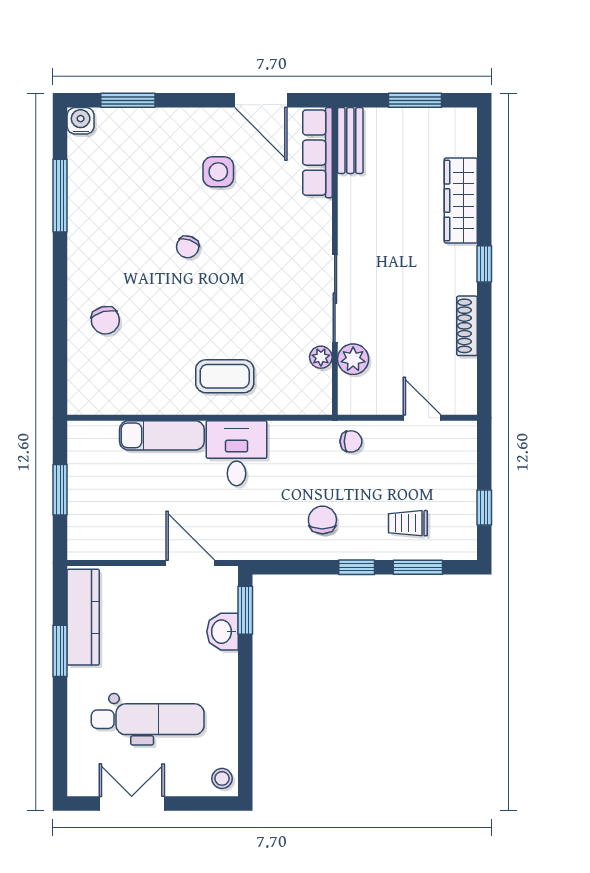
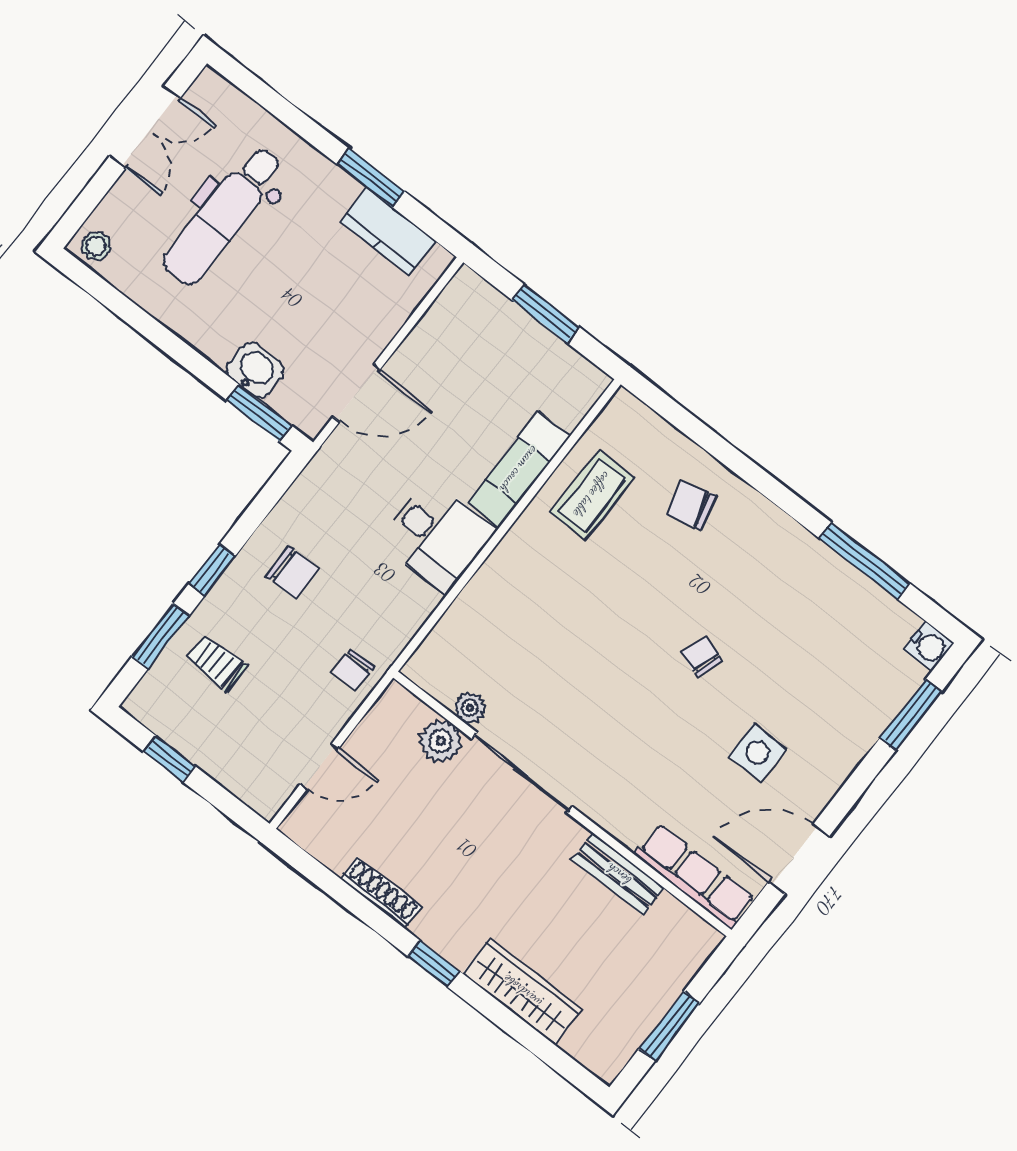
bench: (350, 140) -> (618, 874), moved
coffee table: (225, 376) -> (592, 495), moved
trolley: (408, 523) -> (217, 663), turned -90
kitchen counter: (83, 617) -> (388, 231), width x0.67

